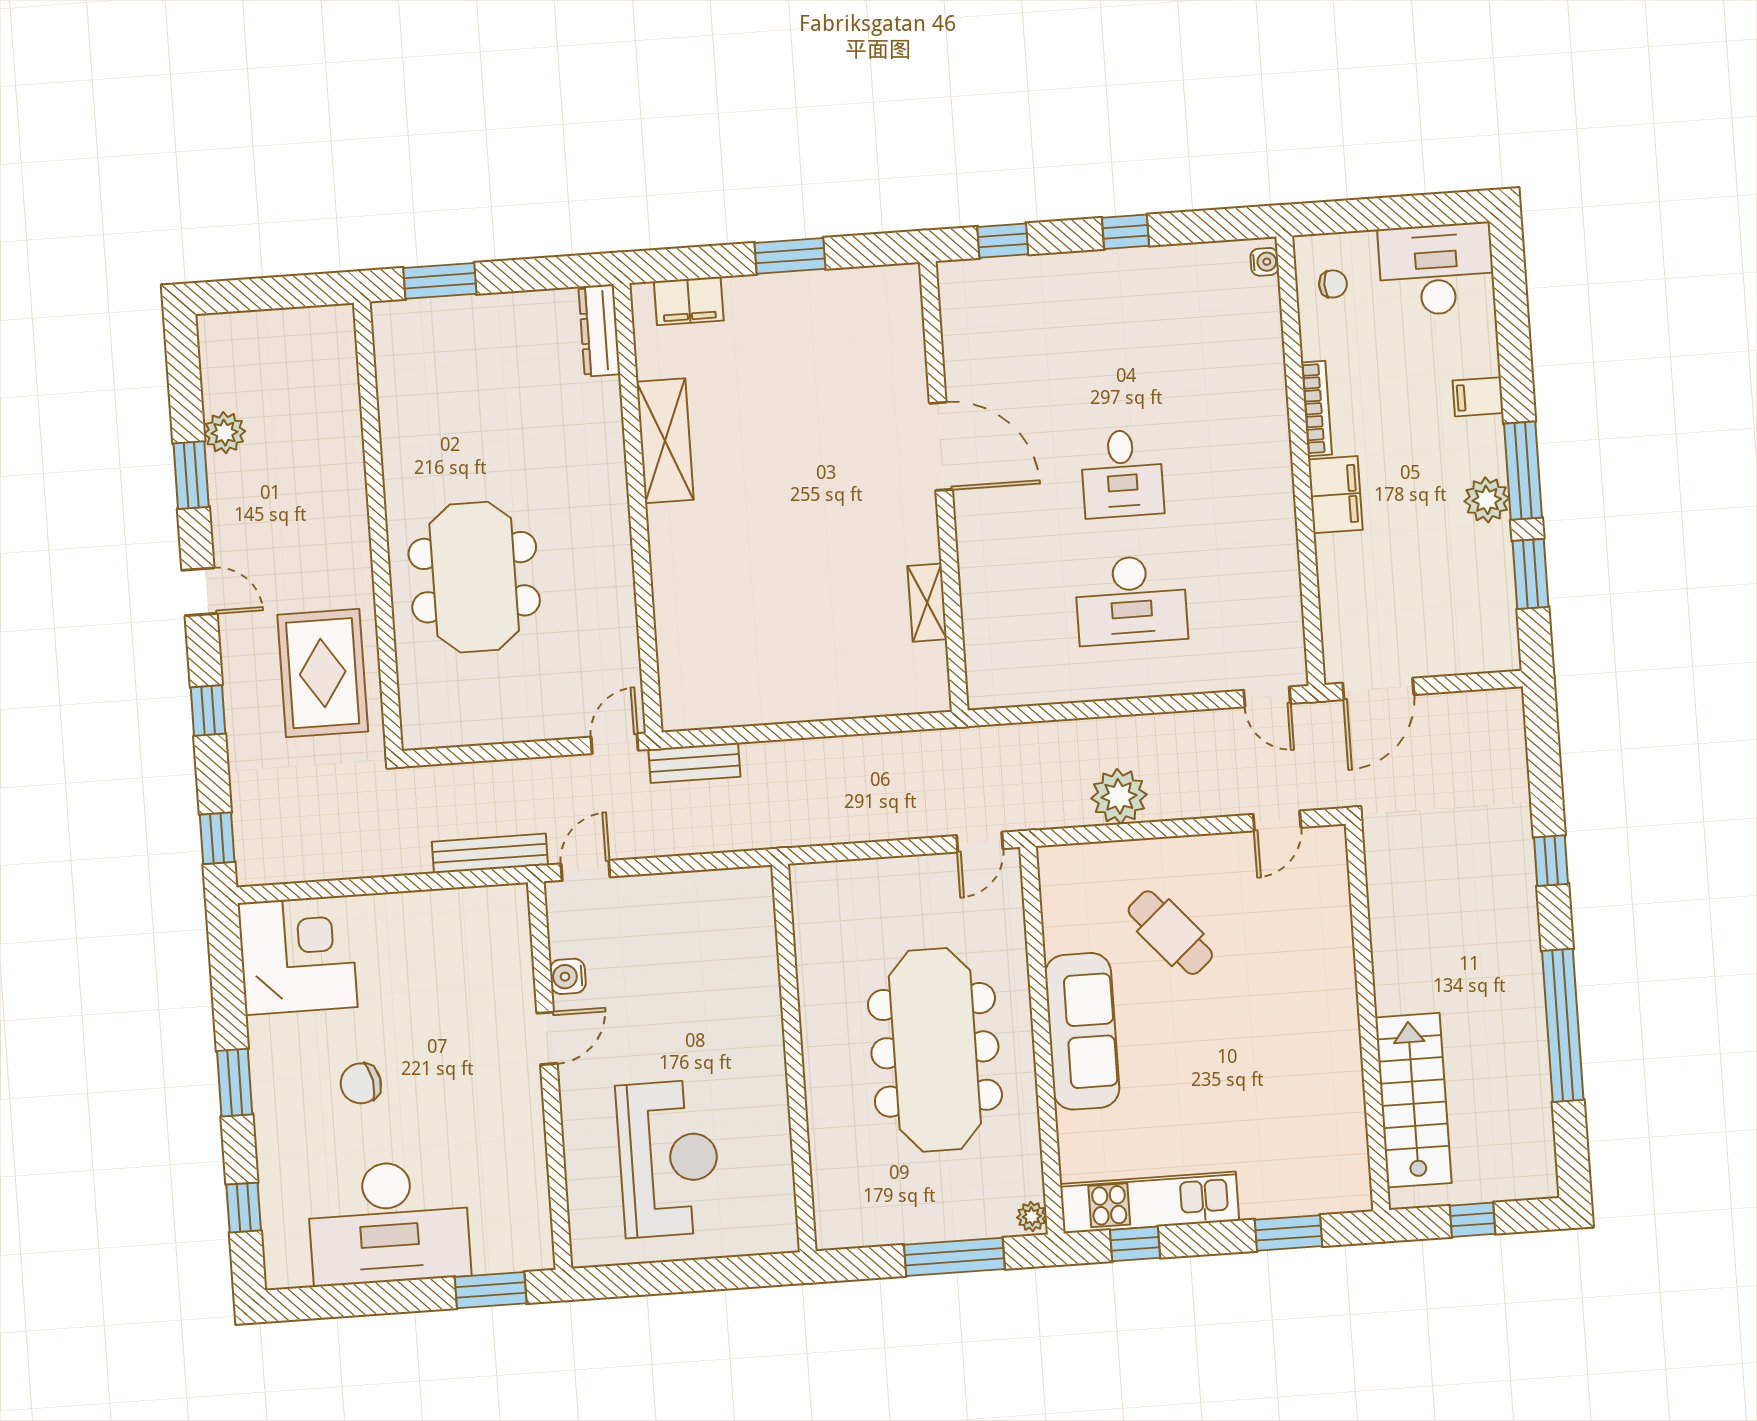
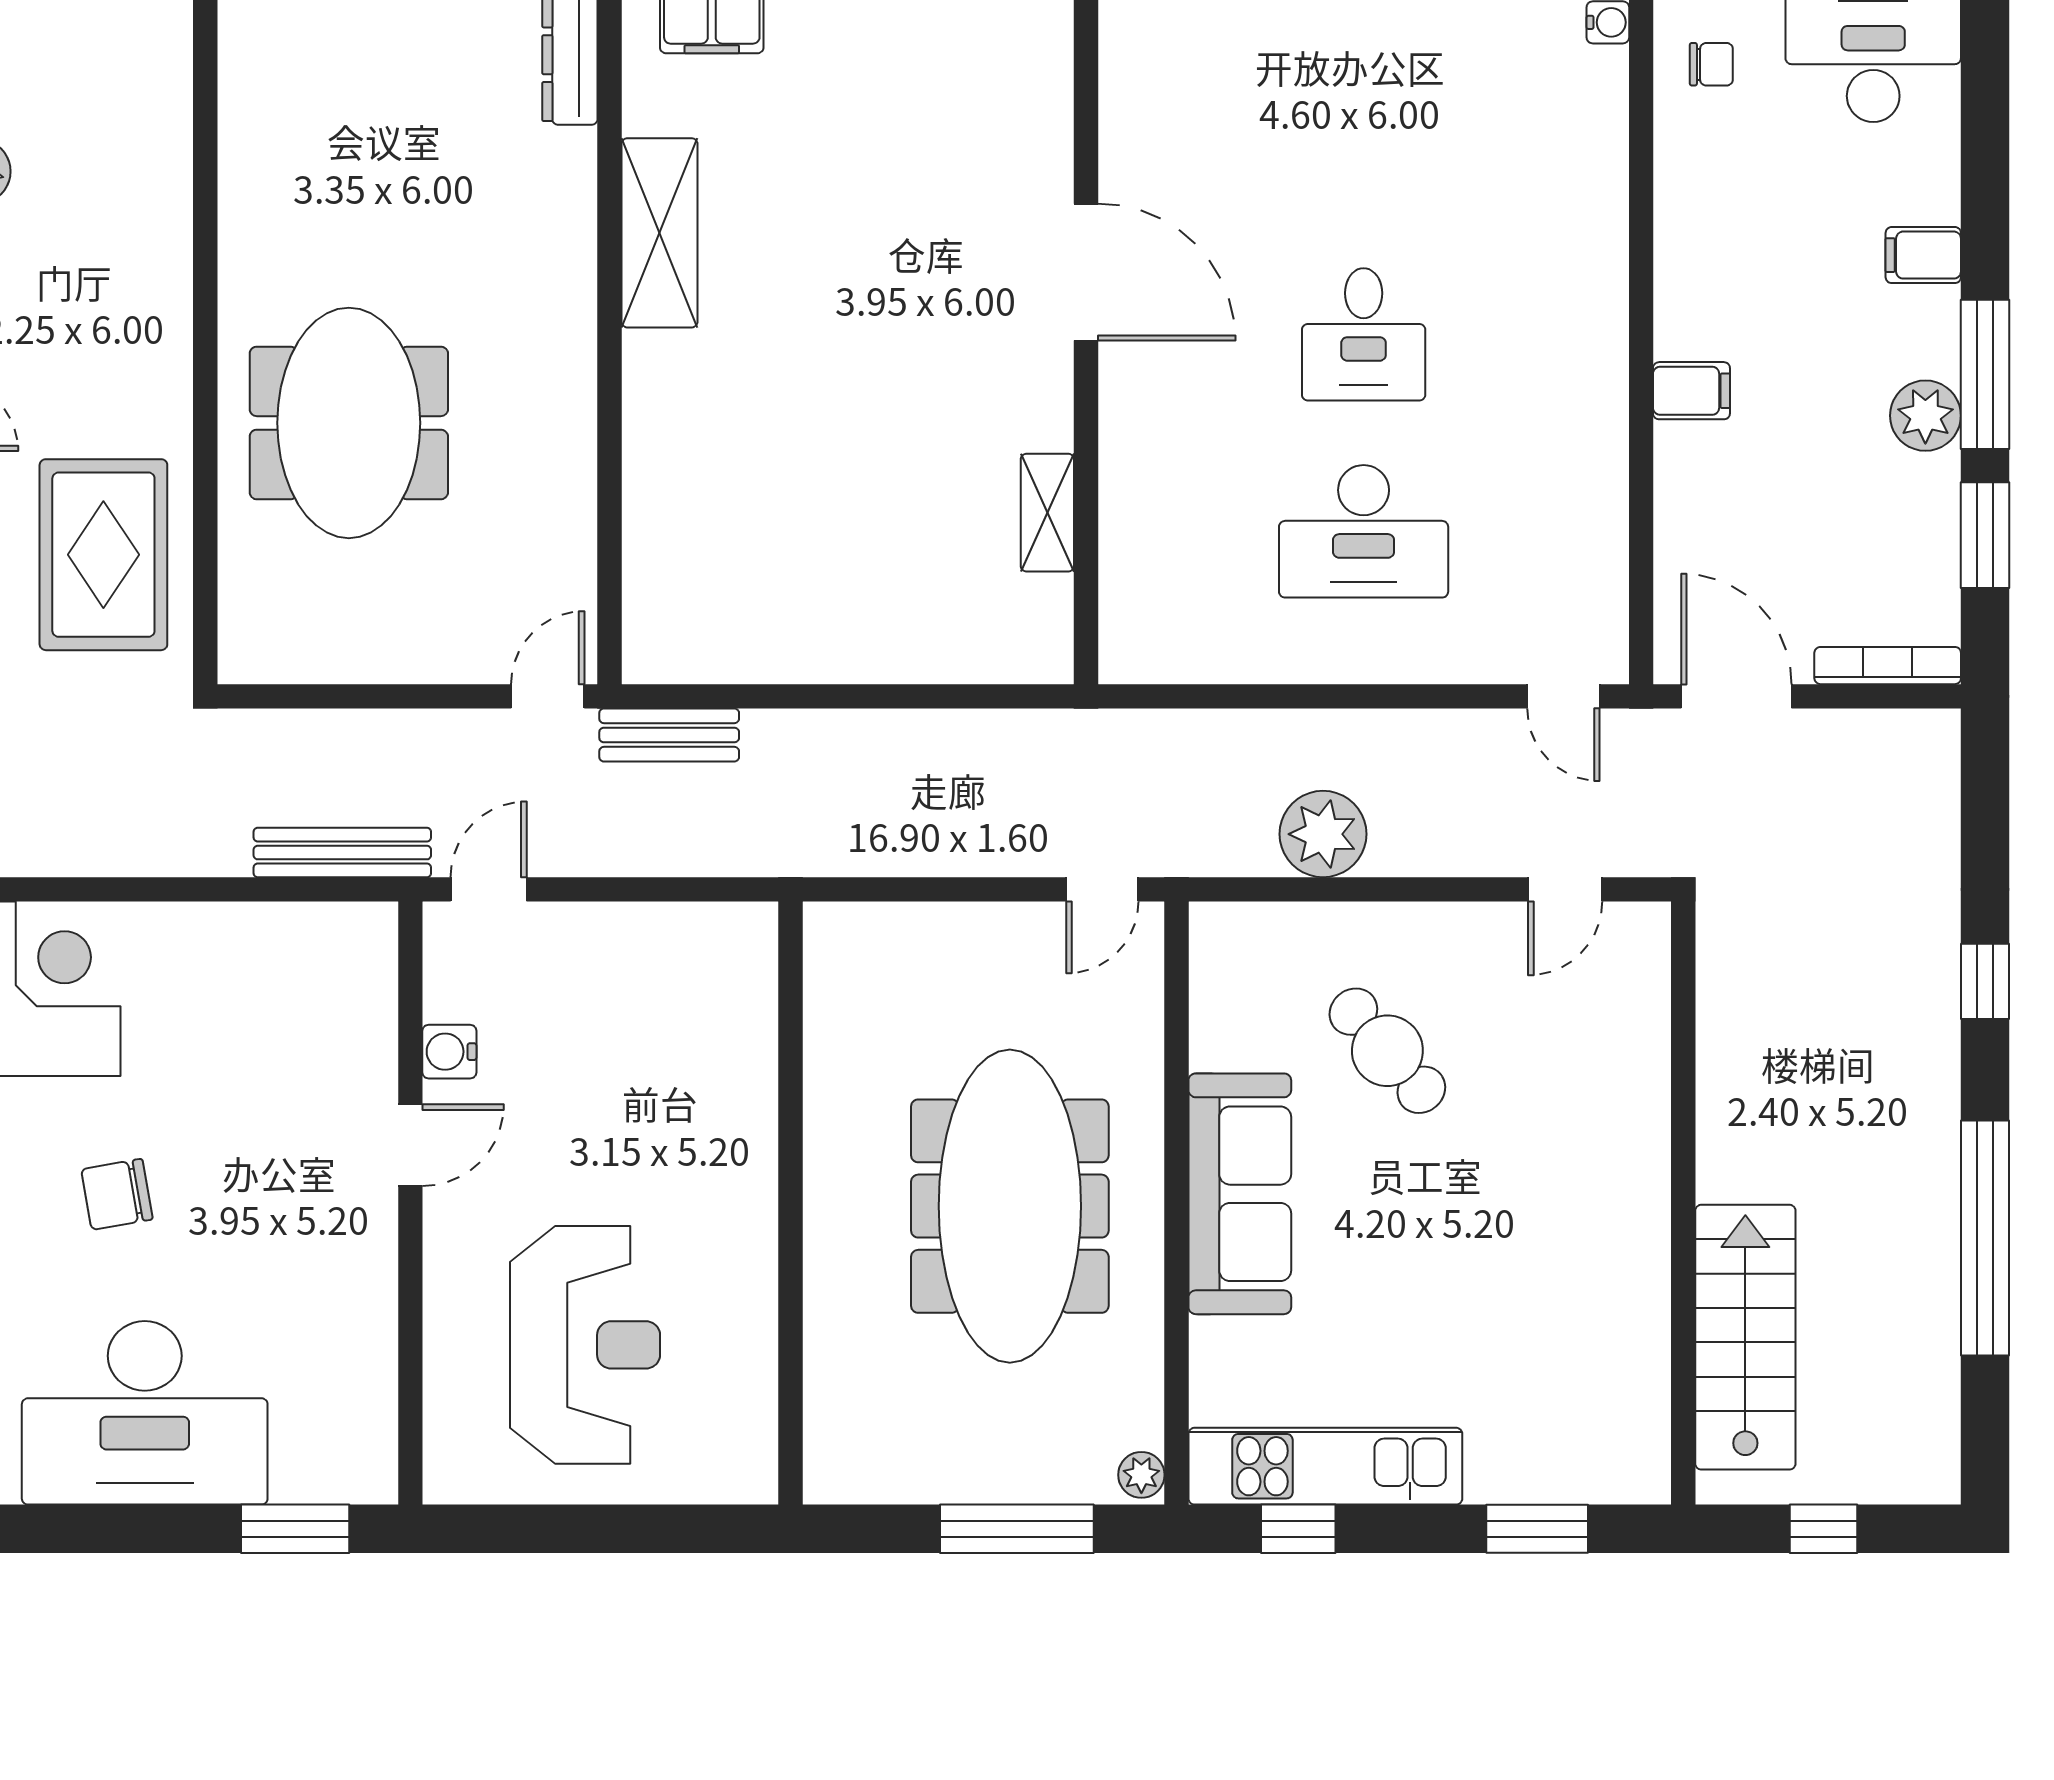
bookcase: (1316, 409) -> (1888, 666), moved, turned -90
filing cabinet: (1335, 495) -> (1691, 391), width x0.50
door: (1378, 689) -> (1736, 696), swing flipped

